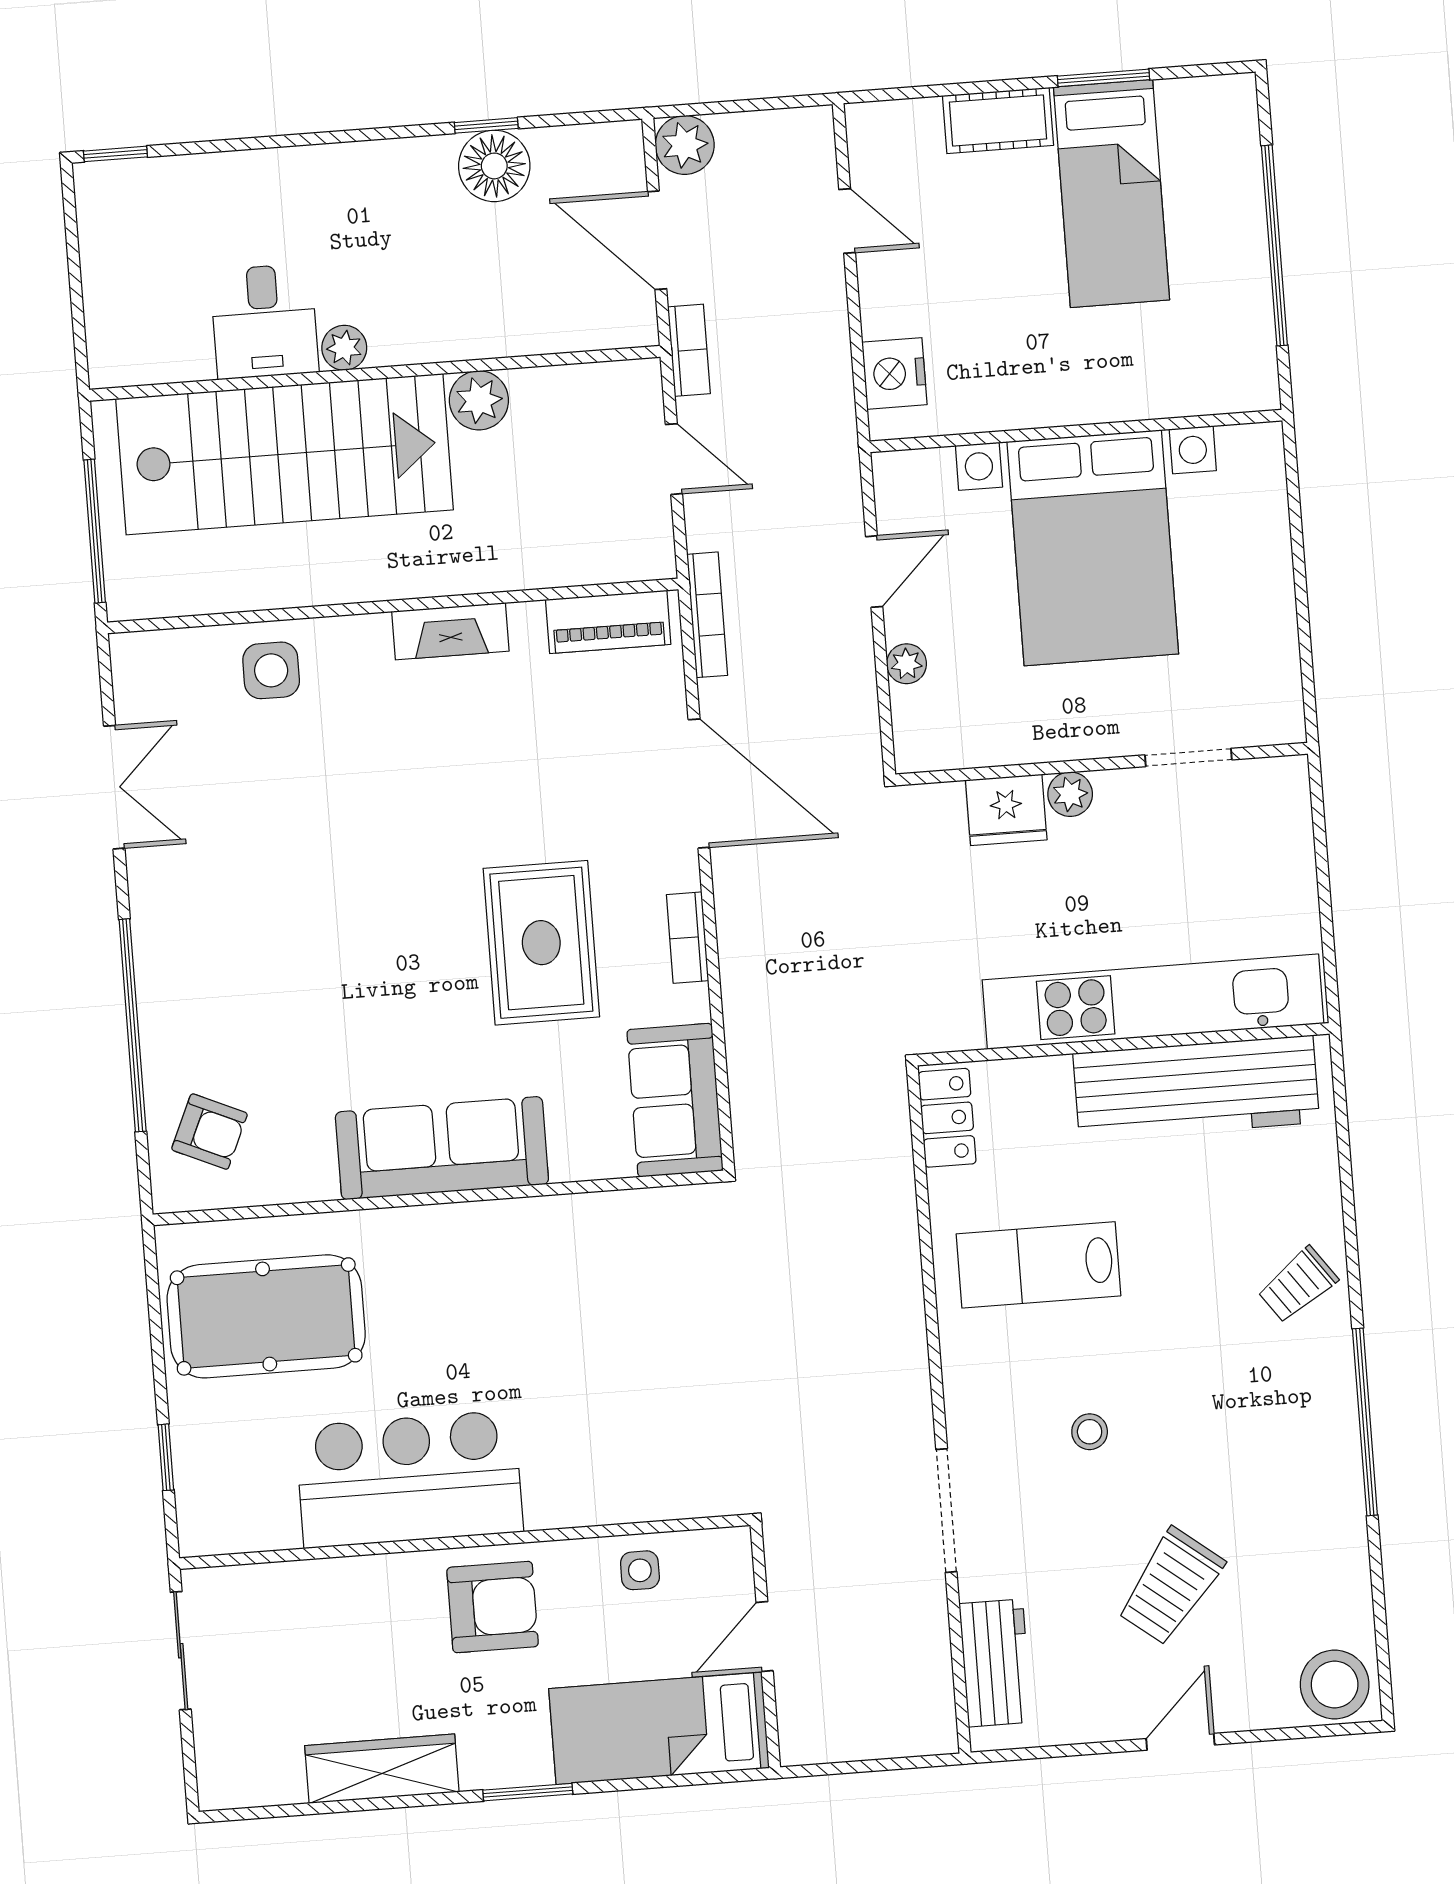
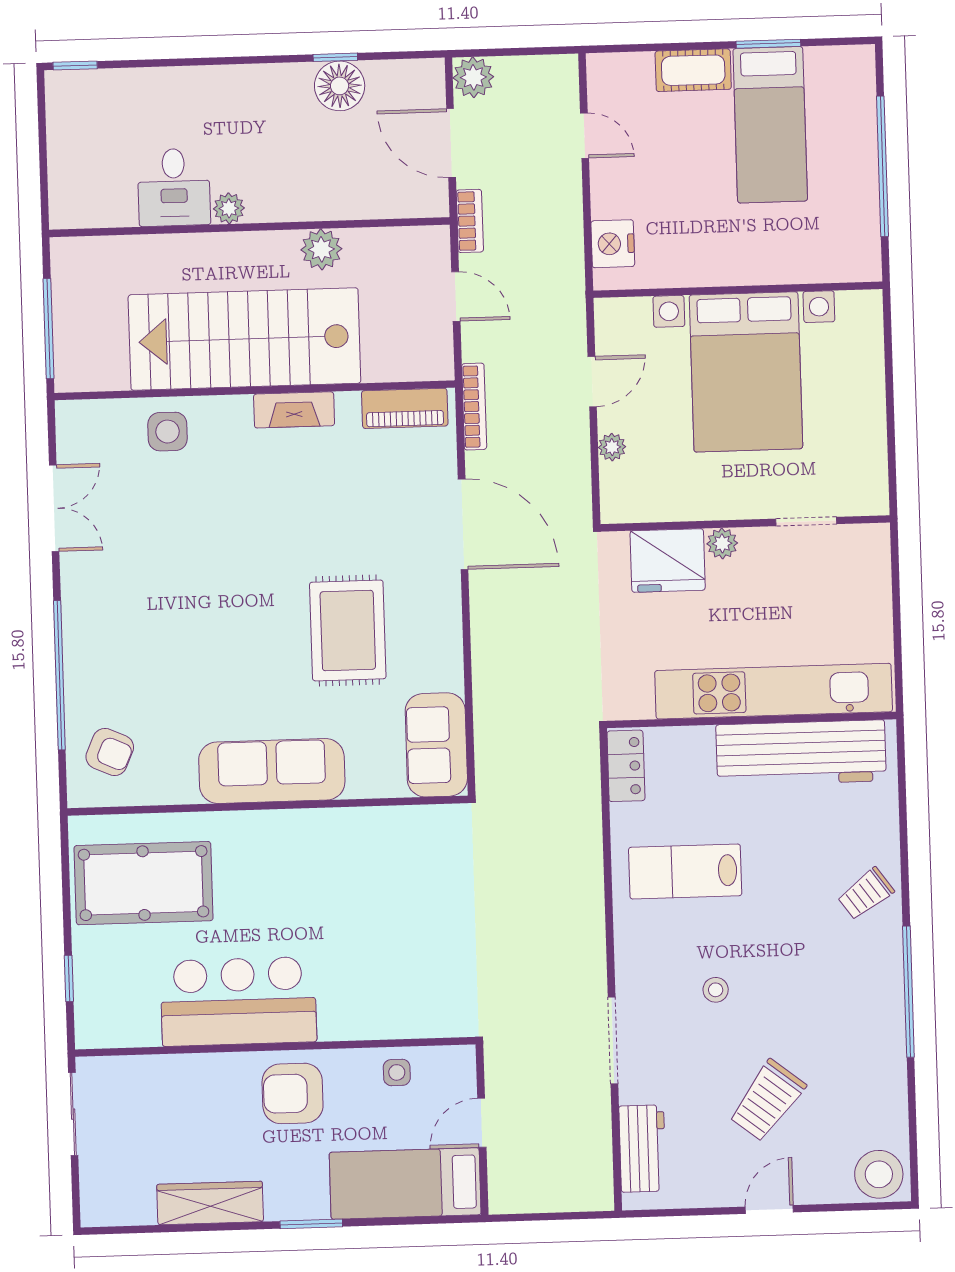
stairs: (284, 454) -> (244, 339), moved, turned 180
fridge: (1006, 810) -> (668, 561), width x1.36, depth x1.34
bookcase: (688, 938) -> (450, 632), removed
armchair: (493, 1607) -> (293, 1093), turned 180

